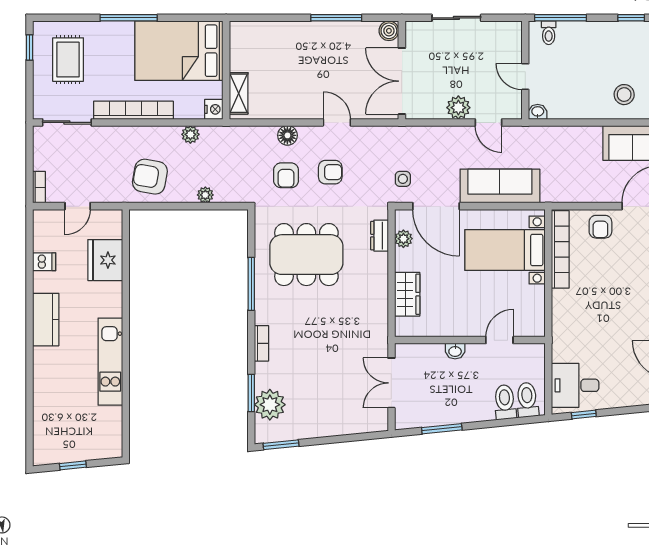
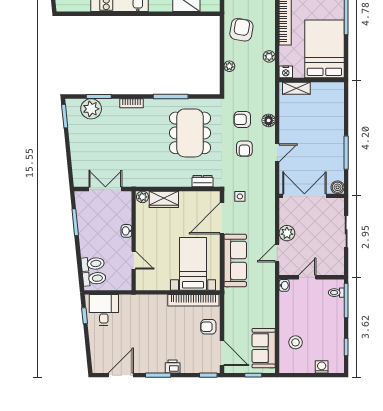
plant: (403, 239) -> (142, 197), moved

